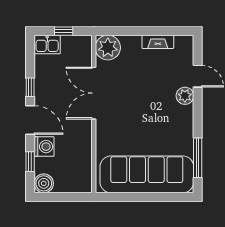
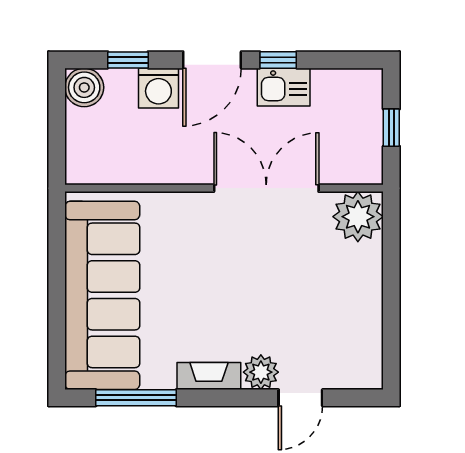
fireplace: (158, 42) -> (209, 376), moved, turned 90
kitchen sink: (47, 45) -> (284, 87), moved, turned -90

